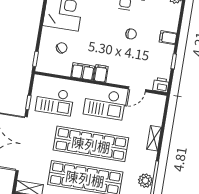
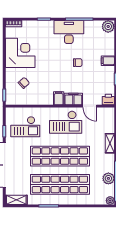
filing cabinet: (83, 71) -> (73, 99), moved
door: (137, 89) -> (90, 106), hinge flipped

